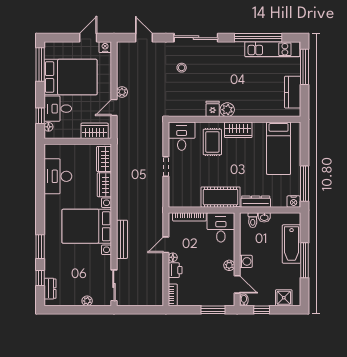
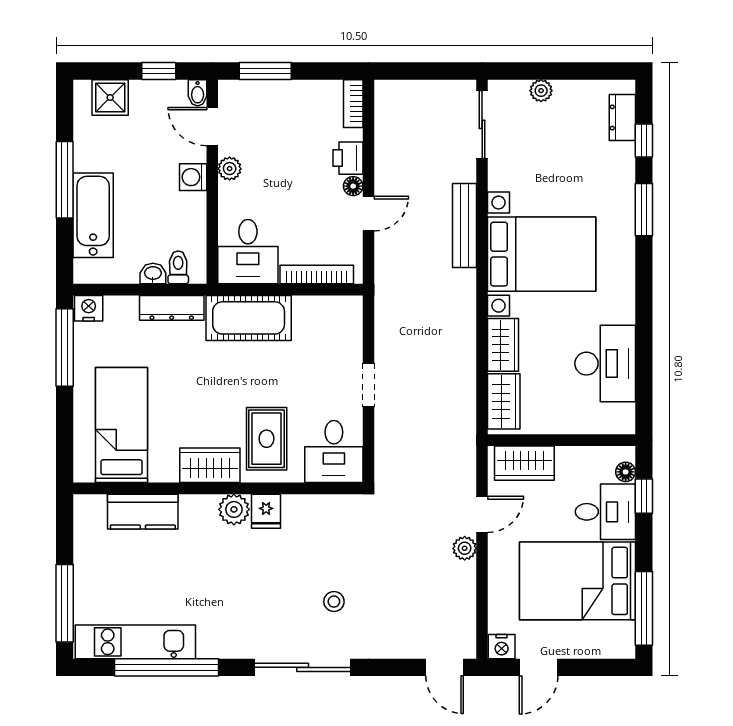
door: (144, 38) -> (445, 667), moved
kitchen counter: (293, 92) -> (143, 512), moved, turned 90

